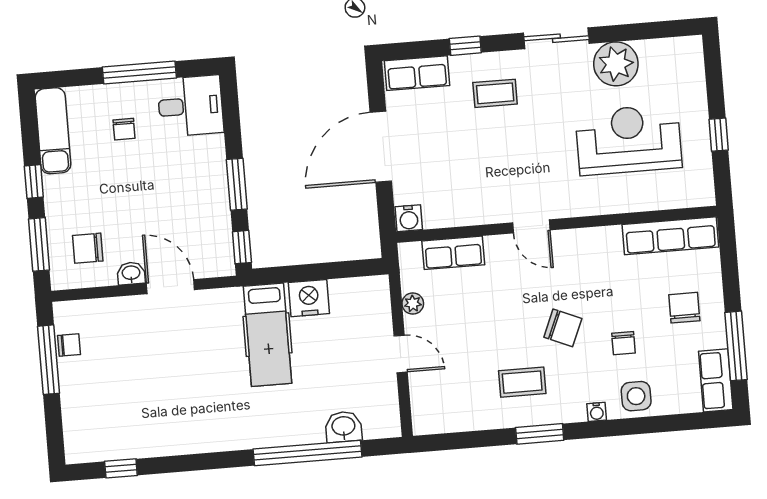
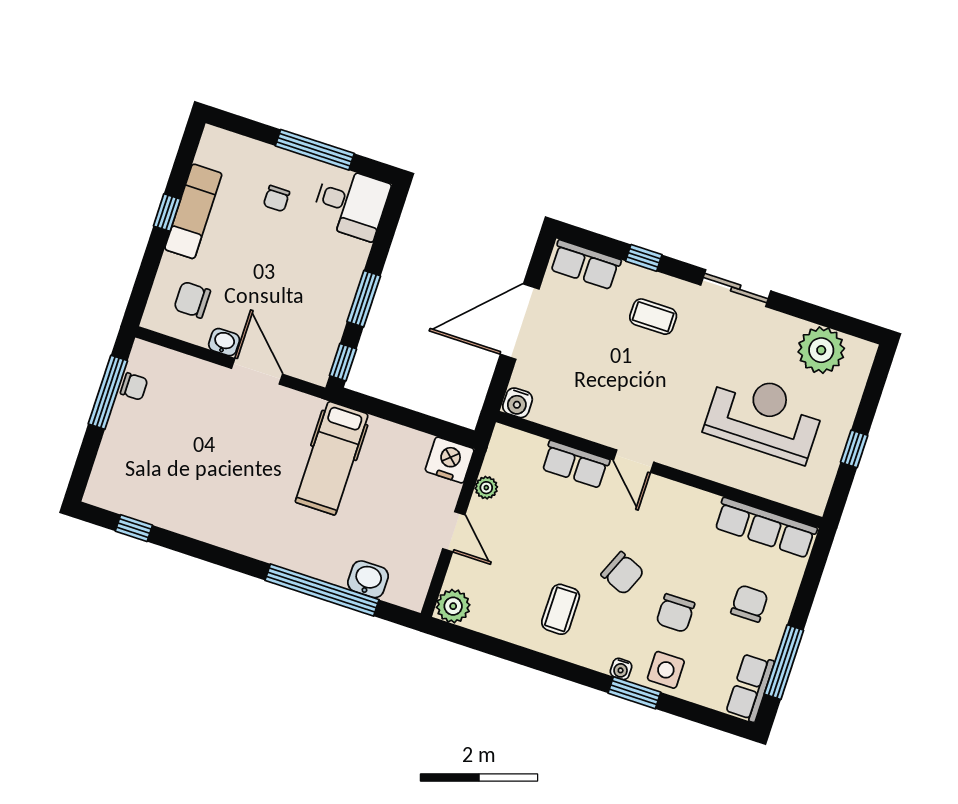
plant: (616, 64) -> (821, 350), moved
exam couch: (53, 131) -> (193, 211), moved
window: (39, 244) -> (146, 276), removed
row of seats: (453, 253) -> (575, 464), moved
nightstand: (309, 298) -> (450, 460), moved
chair: (624, 343) -> (675, 613), width x1.37, depth x1.37
coffee table: (522, 382) -> (561, 609), turned 90
plant: (428, 419) -> (453, 606), added
window: (540, 434) -> (634, 693), moved

